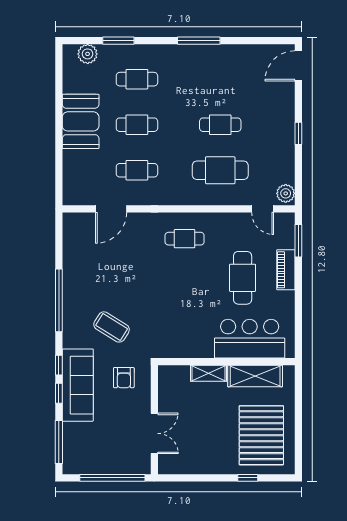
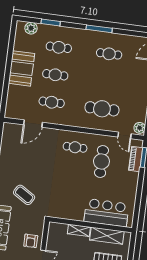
cafe table: (220, 125) -> (109, 54), moved
piano: (286, 270) -> (136, 159), moved
cafe table: (243, 278) -> (101, 161), moved
armchair: (124, 378) -> (31, 241), moved

